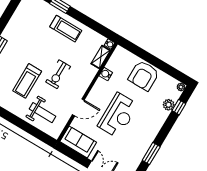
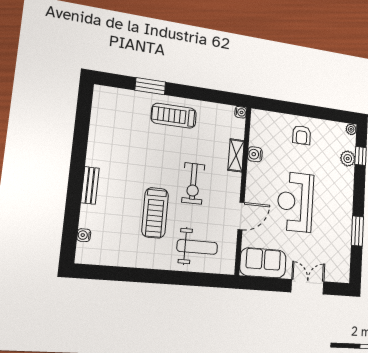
treadmill: (66, 29) -> (174, 116), turned 180
shelving: (101, 57) -> (236, 155), moved
armchair: (144, 76) -> (302, 135), width x0.53, depth x0.53
reception desk: (118, 115) -> (295, 202), turned 180

